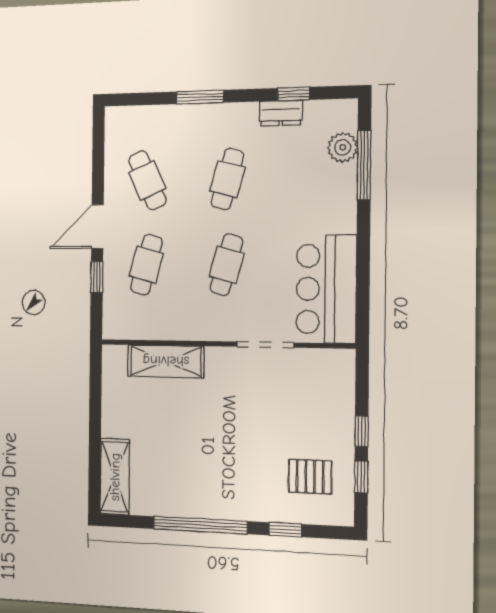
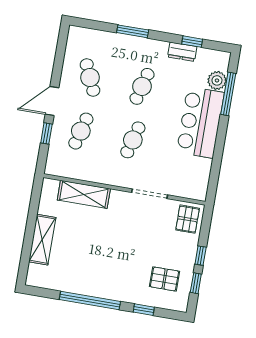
bar counter: (326, 289) -> (200, 122), moved
pallet: (331, 376) -> (188, 219), added
shelving: (115, 477) -> (42, 240), moved

